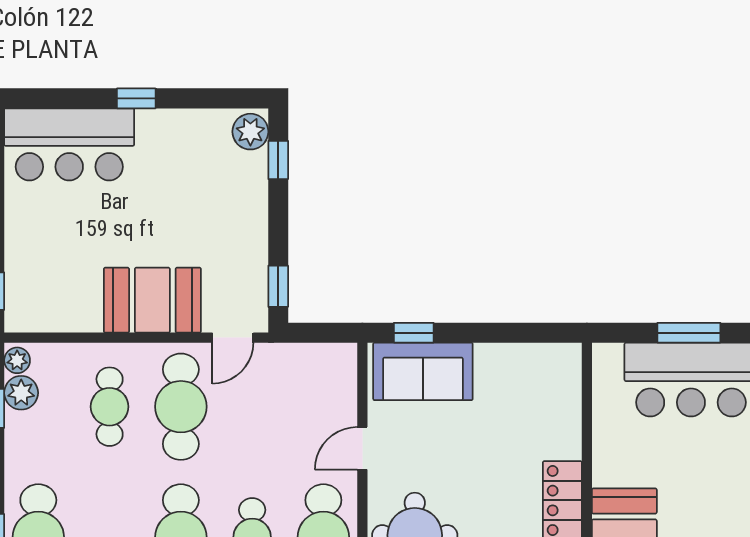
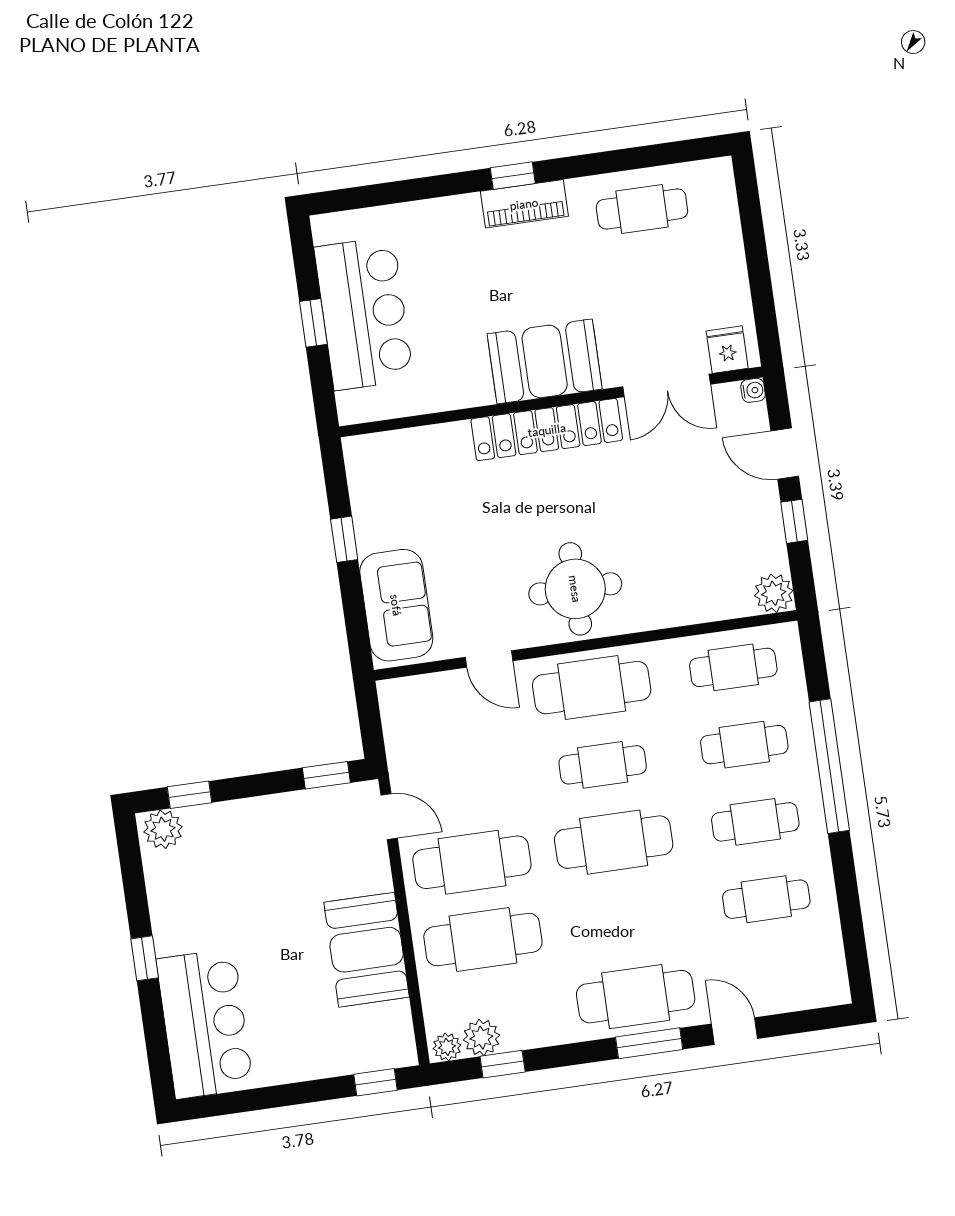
booth: (152, 300) -> (367, 950), moved
window: (414, 333) -> (344, 539), moved
window: (689, 333) -> (313, 323), width x0.67
cafe table: (110, 407) -> (483, 940), width x1.37, depth x1.35

